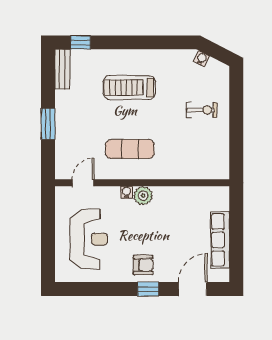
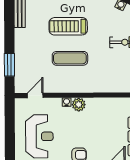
window: (48, 124) -> (9, 65), moved
exercise mat: (130, 149) -> (70, 58), moved

